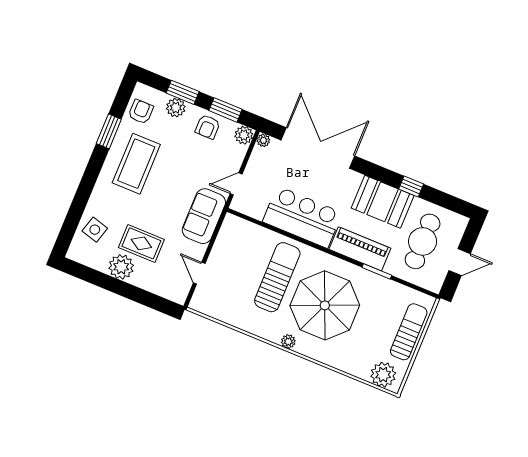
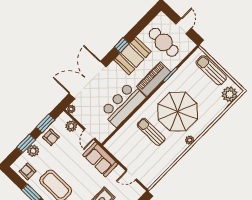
plant: (244, 135) -> (71, 126), moved
window: (411, 186) -> (122, 45), moved
sun lounger: (277, 277) -> (151, 132), width x0.73, depth x0.75

